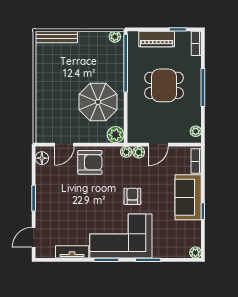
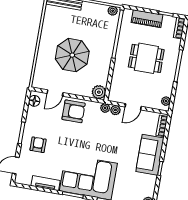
parasol: (98, 102) -> (72, 55), moved
armchair: (132, 196) -> (38, 145), moved

